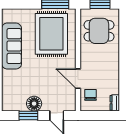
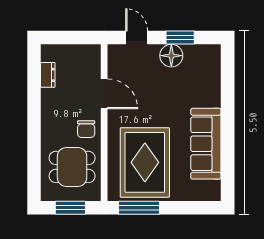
chair: (91, 95) -> (86, 129), moved
dresser: (115, 103) -> (48, 75), moved

